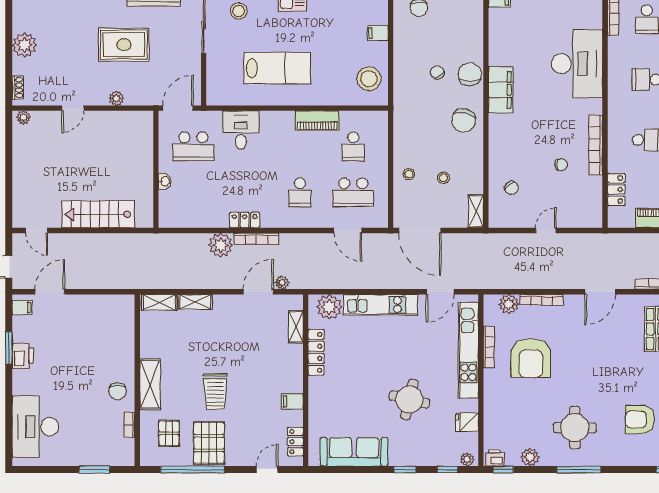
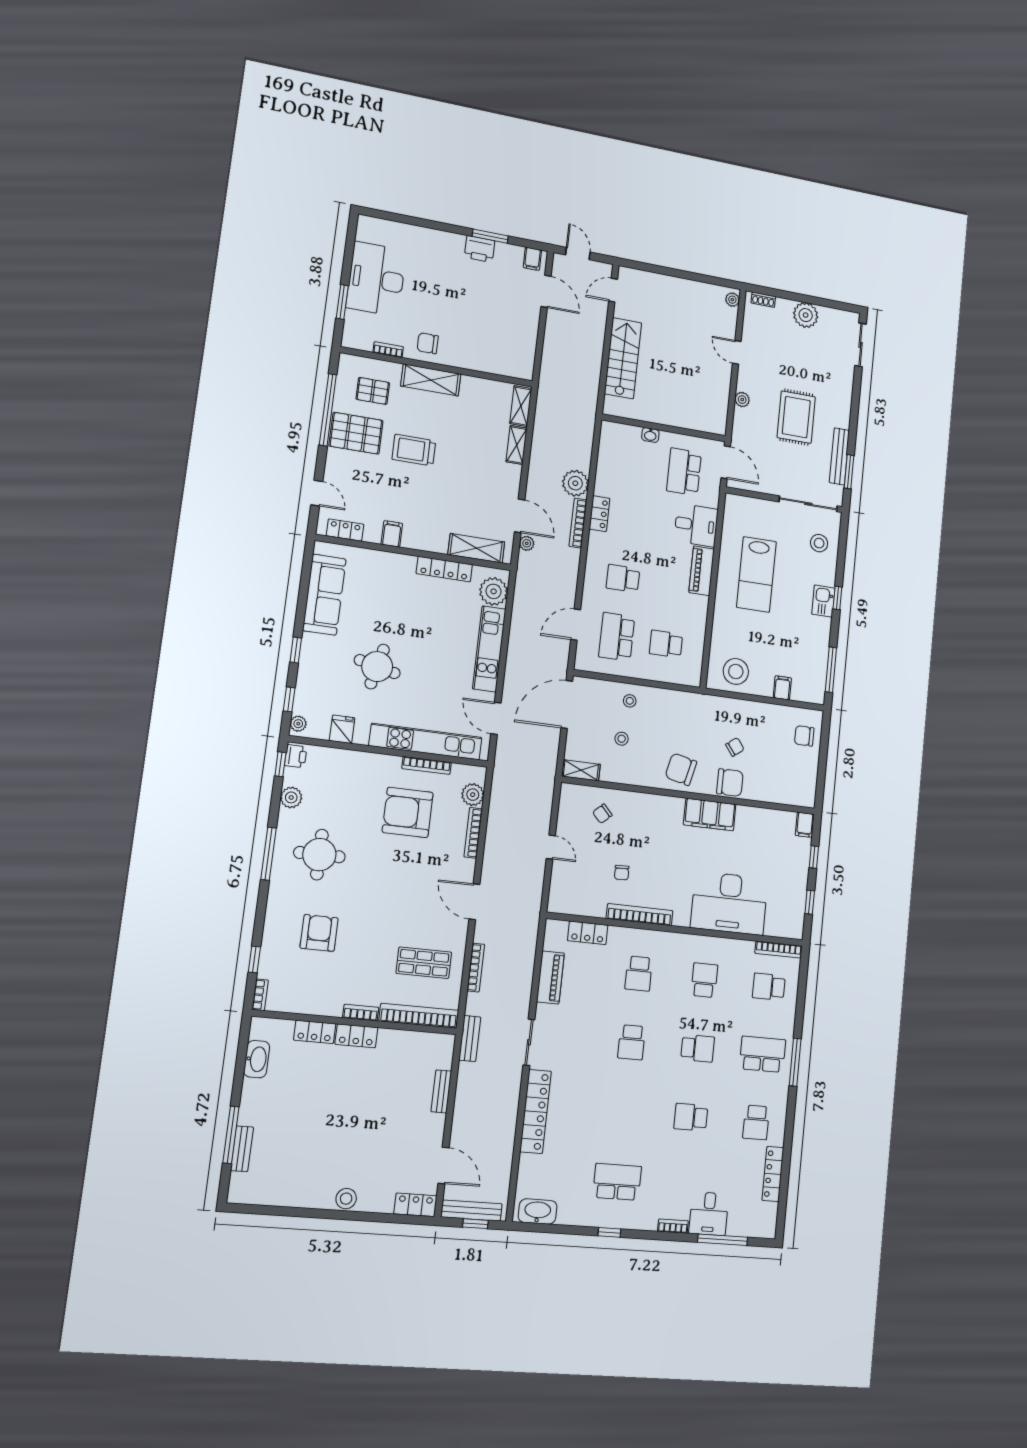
piano: (317, 120) -> (702, 571), moved
shelving: (296, 327) -> (476, 548), width x1.50, depth x1.33
desk: (35, 427) -> (376, 279), moved, turned -90

